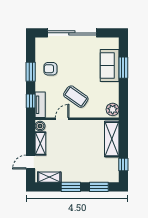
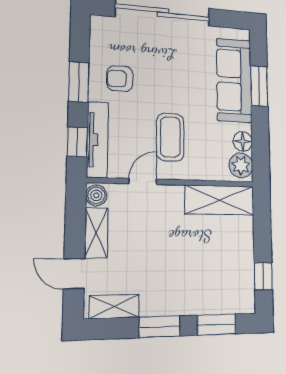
sofa: (110, 66) -> (234, 80), width x1.36
coffee table: (76, 97) -> (170, 137), turned 55
floor lamp: (114, 97) -> (243, 141), added
tv unit: (40, 105) -> (97, 140), width x1.41
shelving: (112, 139) -> (220, 200), moved, turned 90
door: (31, 162) -> (74, 274), hinge flipped

